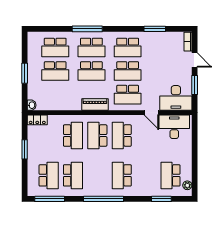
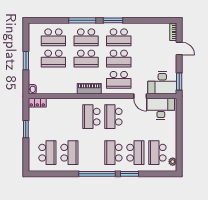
window: (155, 29) -> (113, 20), moved
window: (195, 85) -> (179, 82), moved
school desk: (73, 136) -> (135, 153), moved
window: (50, 199) -> (48, 174), removed
window: (161, 199) -> (130, 174), moved

